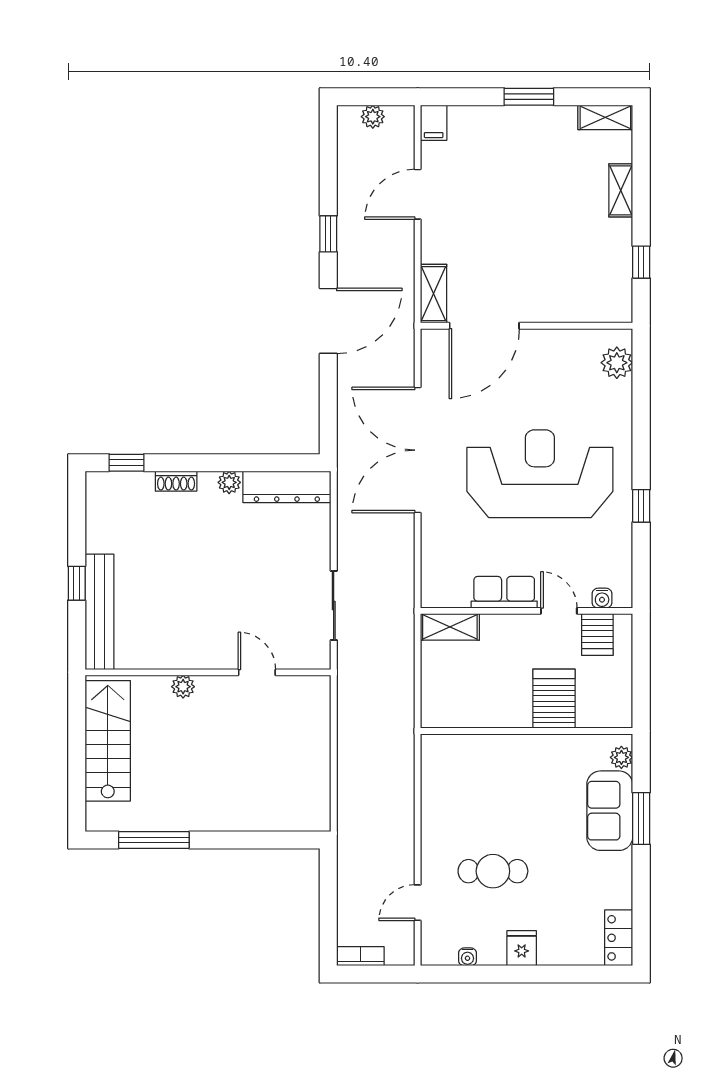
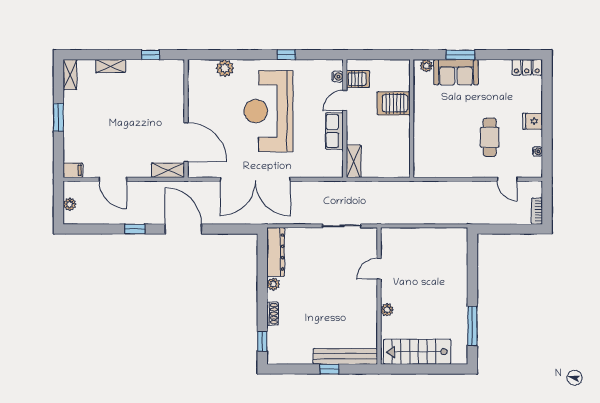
plant: (617, 363) -> (225, 68), moved

